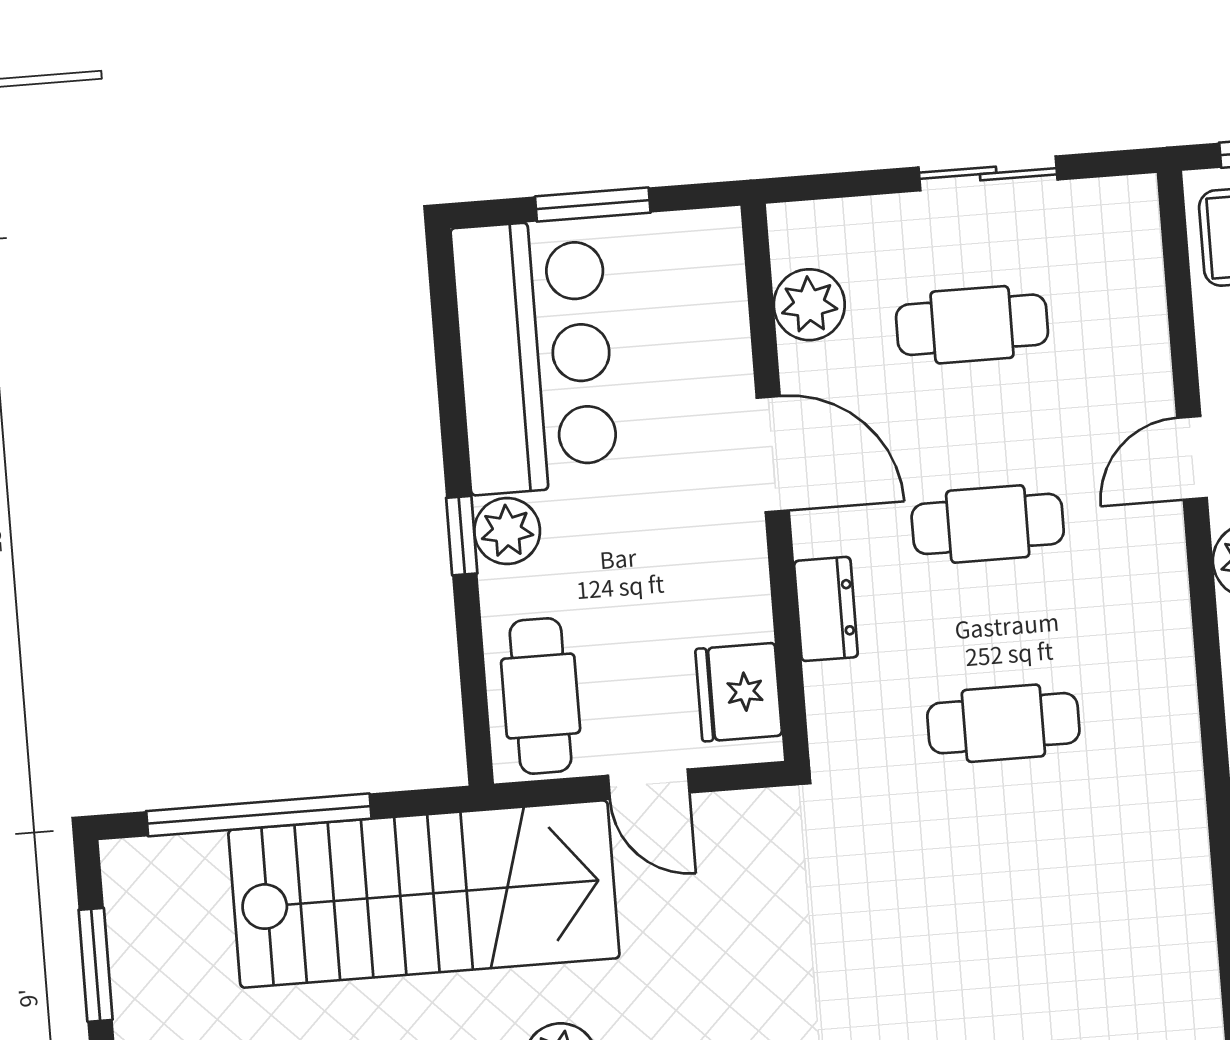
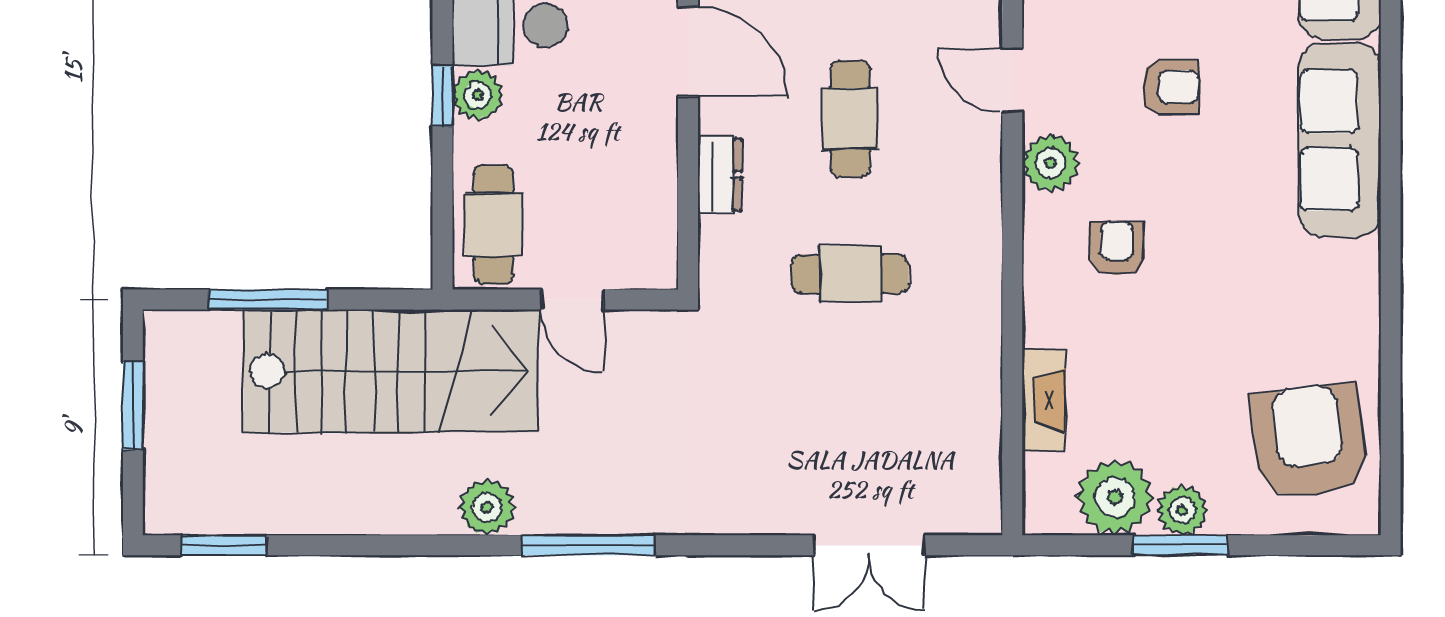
door: (1192, 458) -> (1012, 80), hinge flipped
cafe table: (988, 524) -> (850, 119), turned 90
fridge: (739, 692) -> (647, 234), removed
window: (259, 815) -> (268, 300), width x0.68

